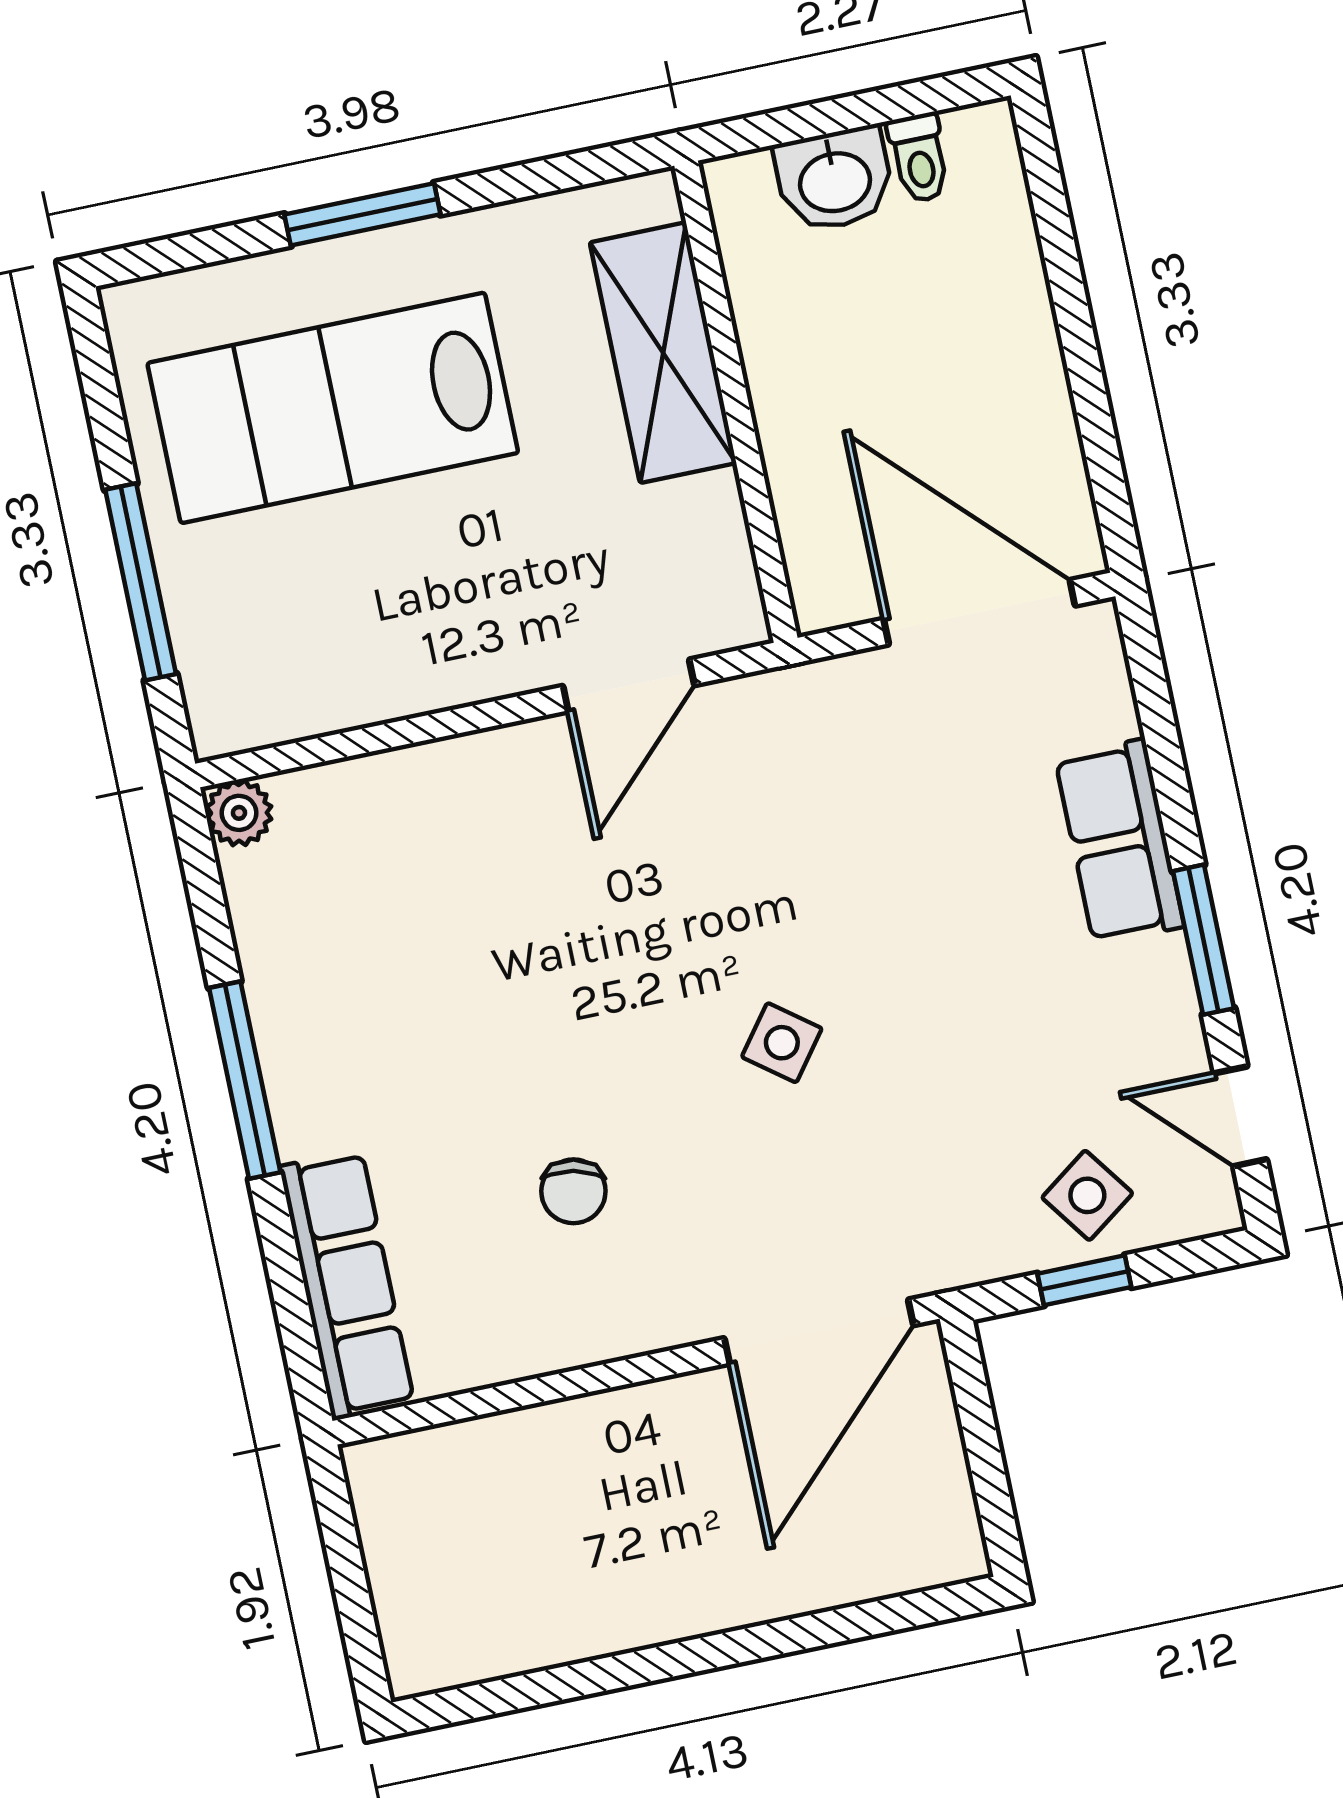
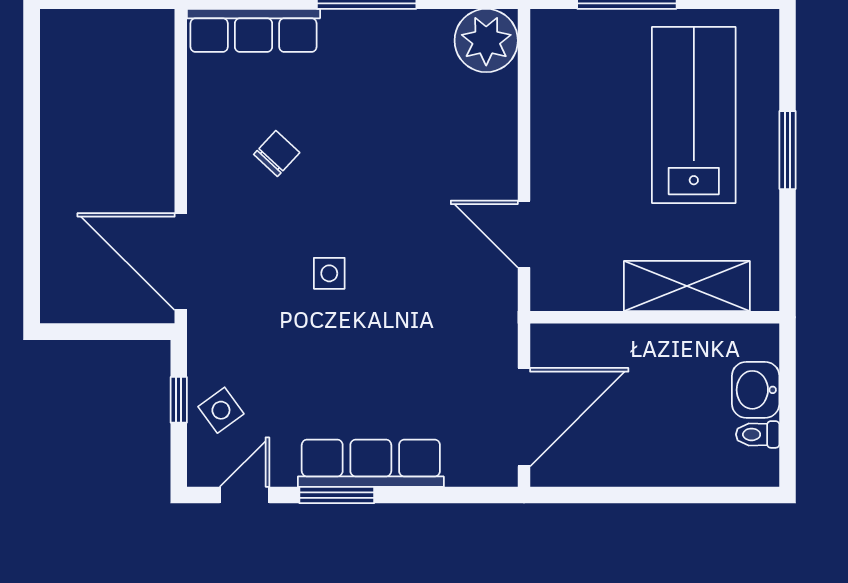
plant: (239, 813) -> (486, 41), width x1.87, depth x1.87
row of seats: (1119, 842) -> (371, 463), width x1.48
side table: (782, 1043) -> (329, 273), turned -37
chair: (573, 1191) -> (277, 154), turned 121

